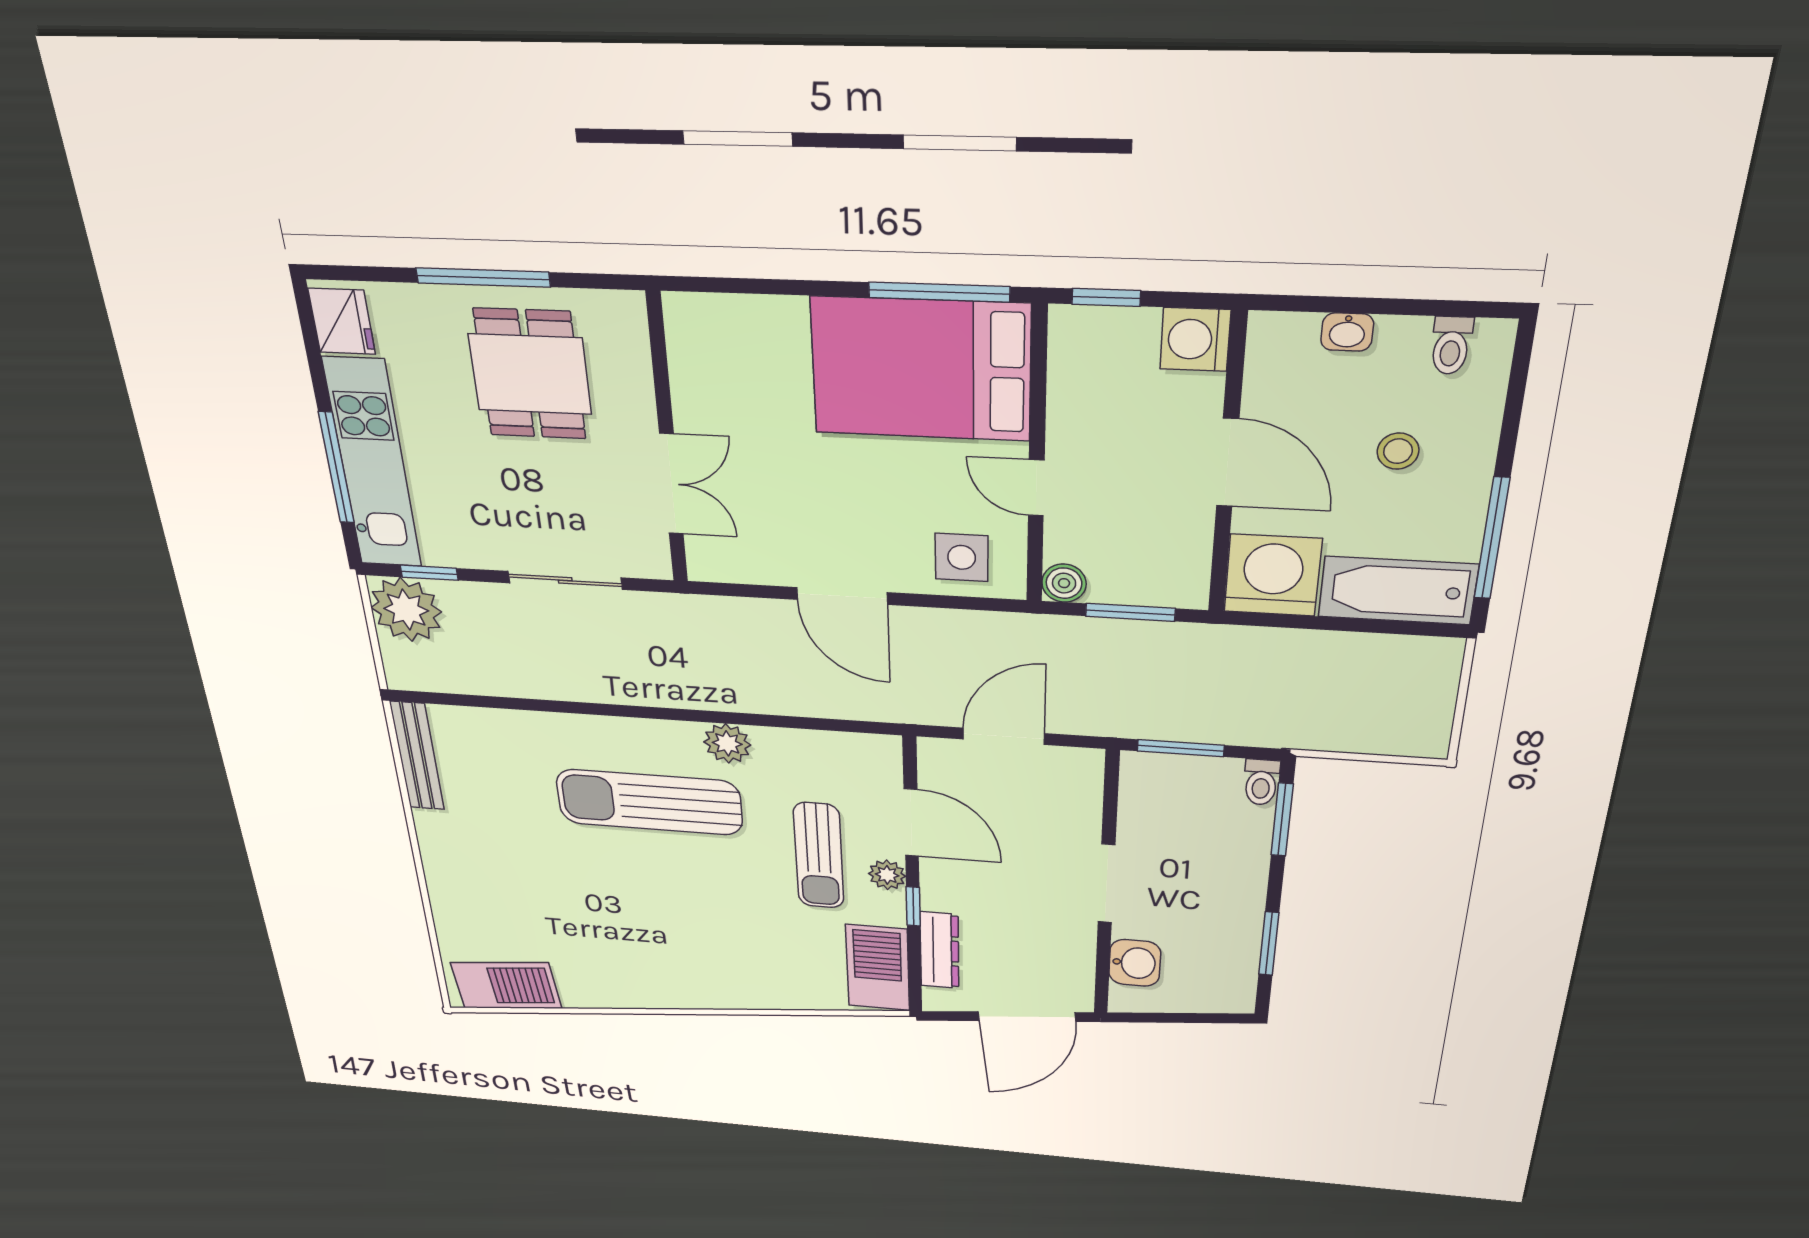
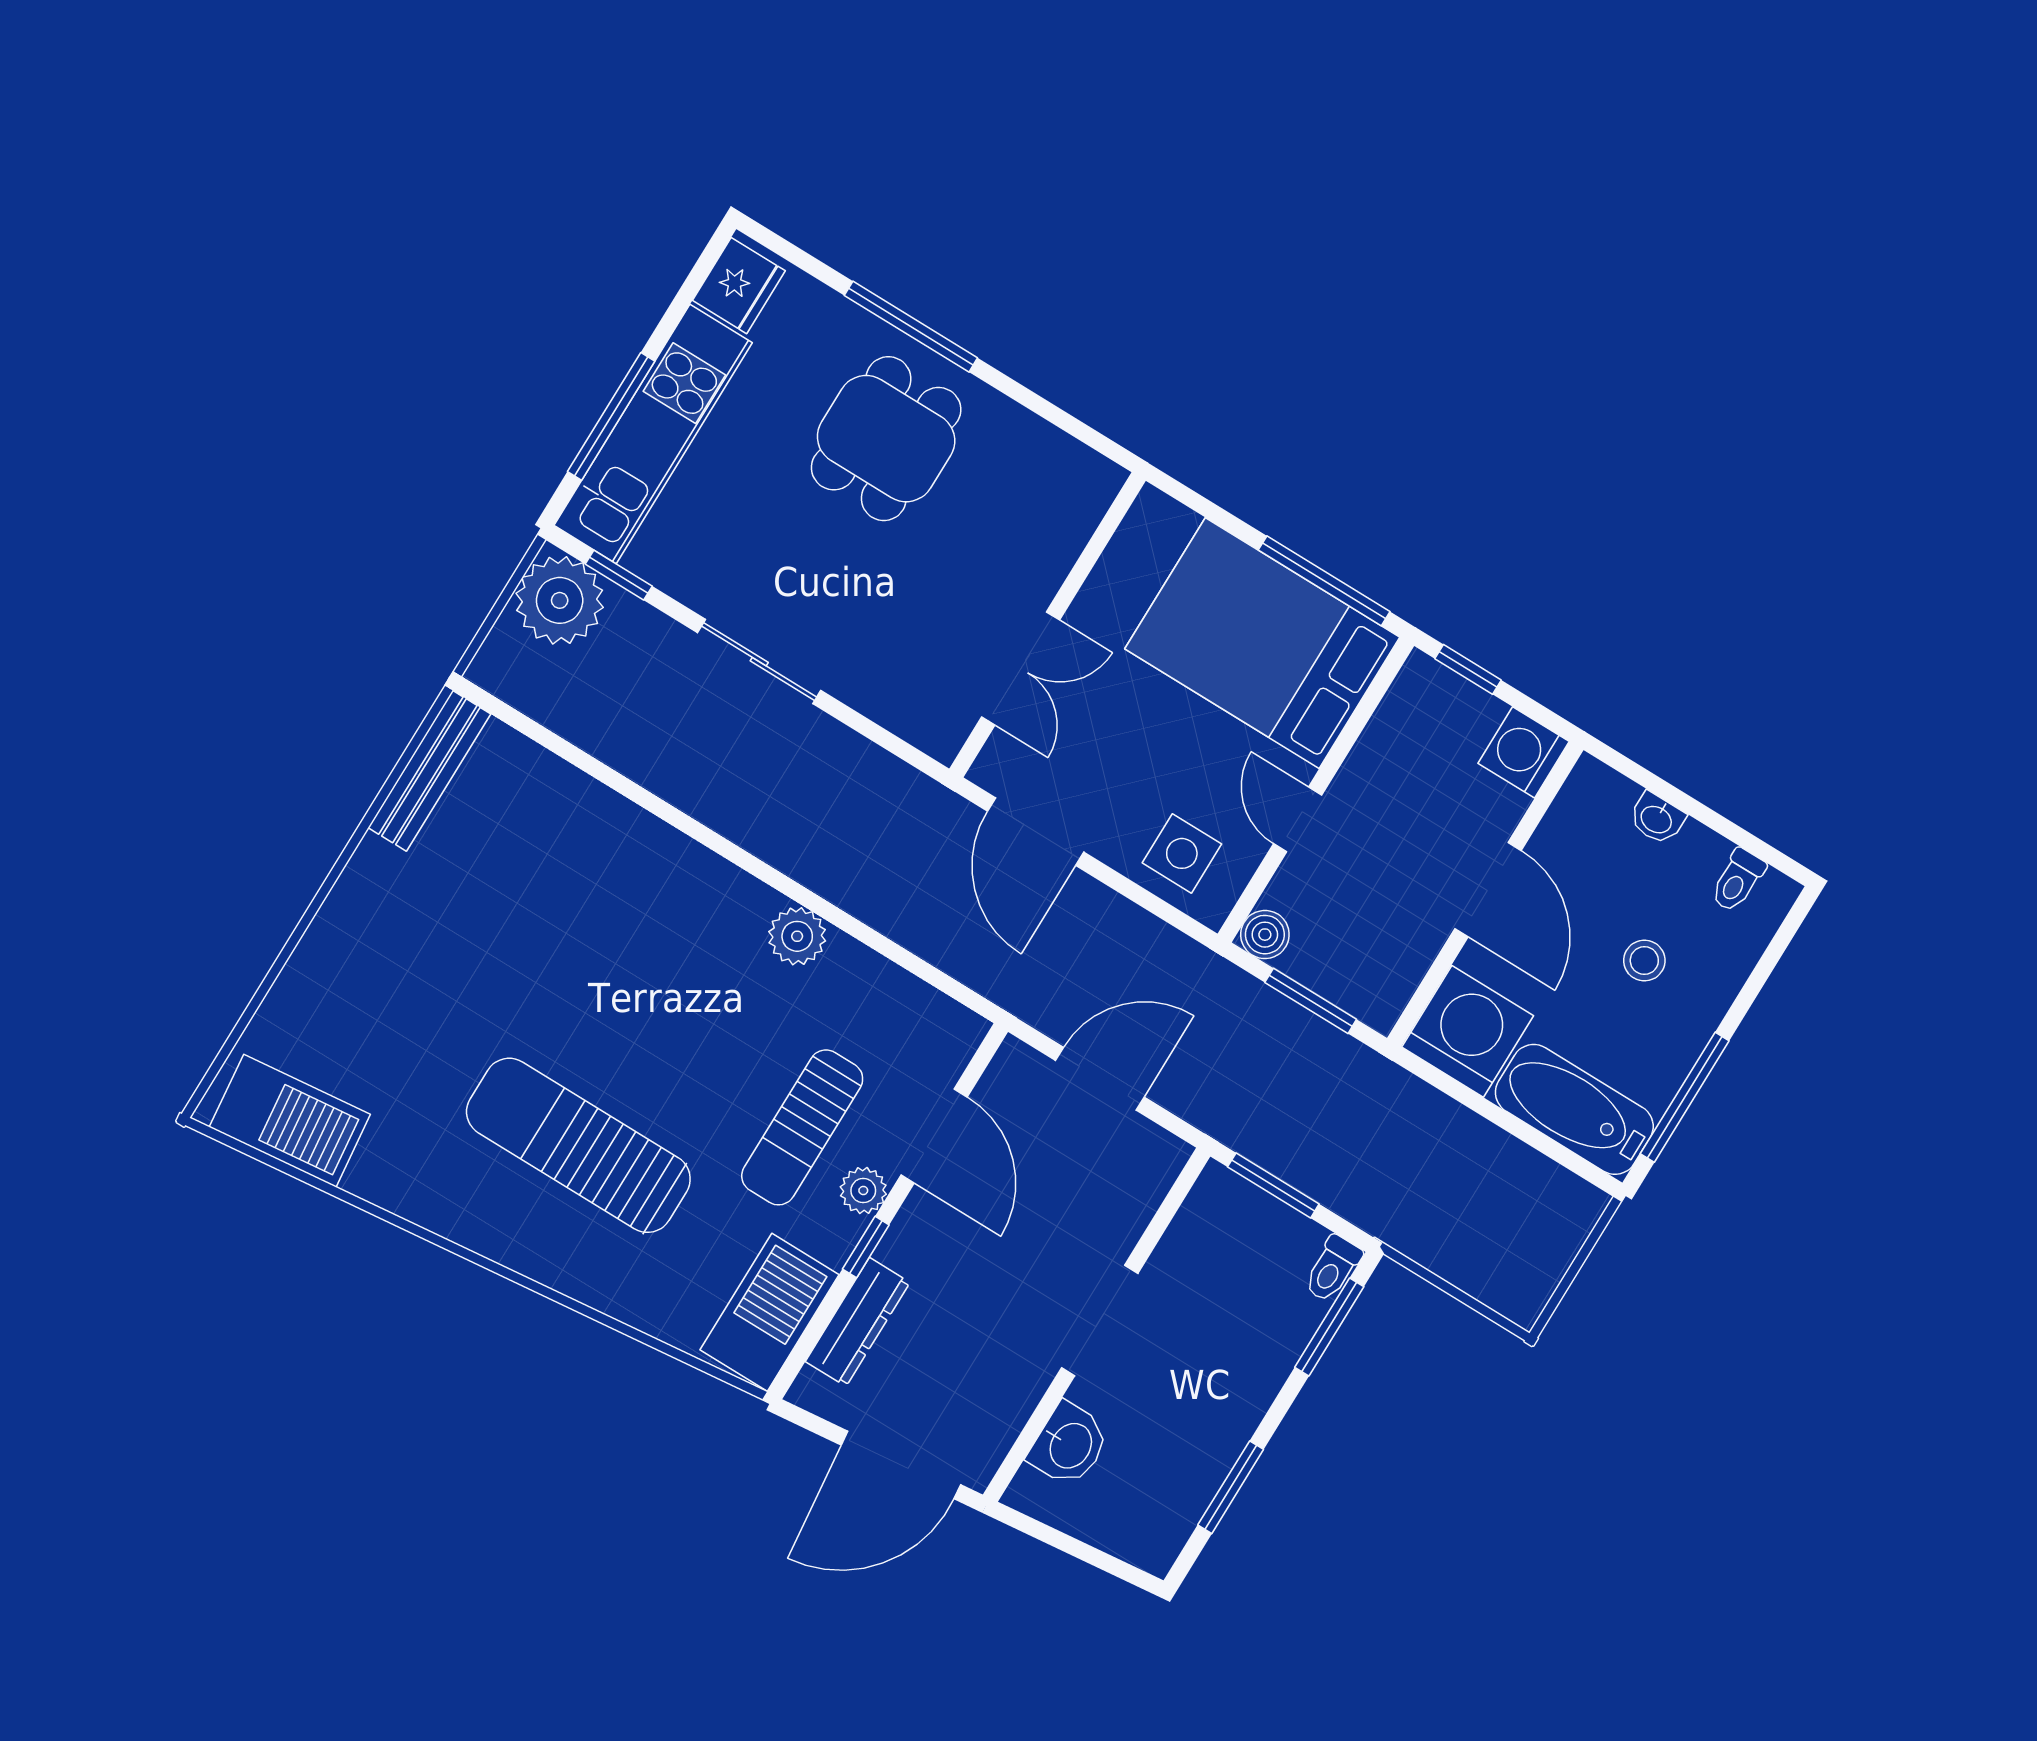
wall: (667, 442) -> (1047, 625), moved
double door: (671, 484) -> (1021, 668), moved
sun lounger: (649, 802) -> (578, 1145), moved

